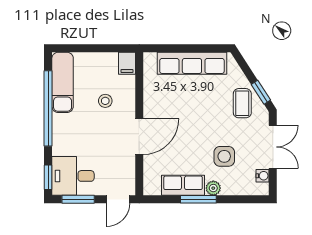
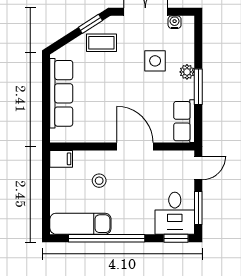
row of seats: (183, 185) -> (184, 121), moved
door: (118, 199) -> (198, 168), hinge flipped

